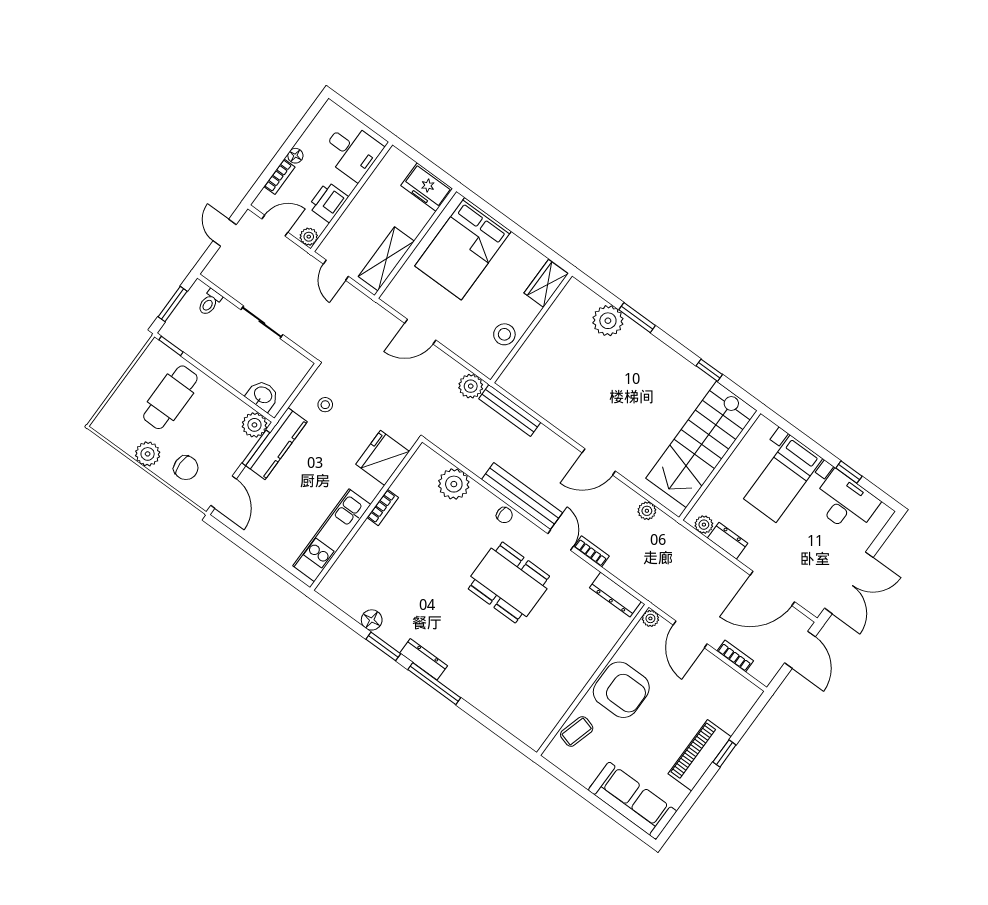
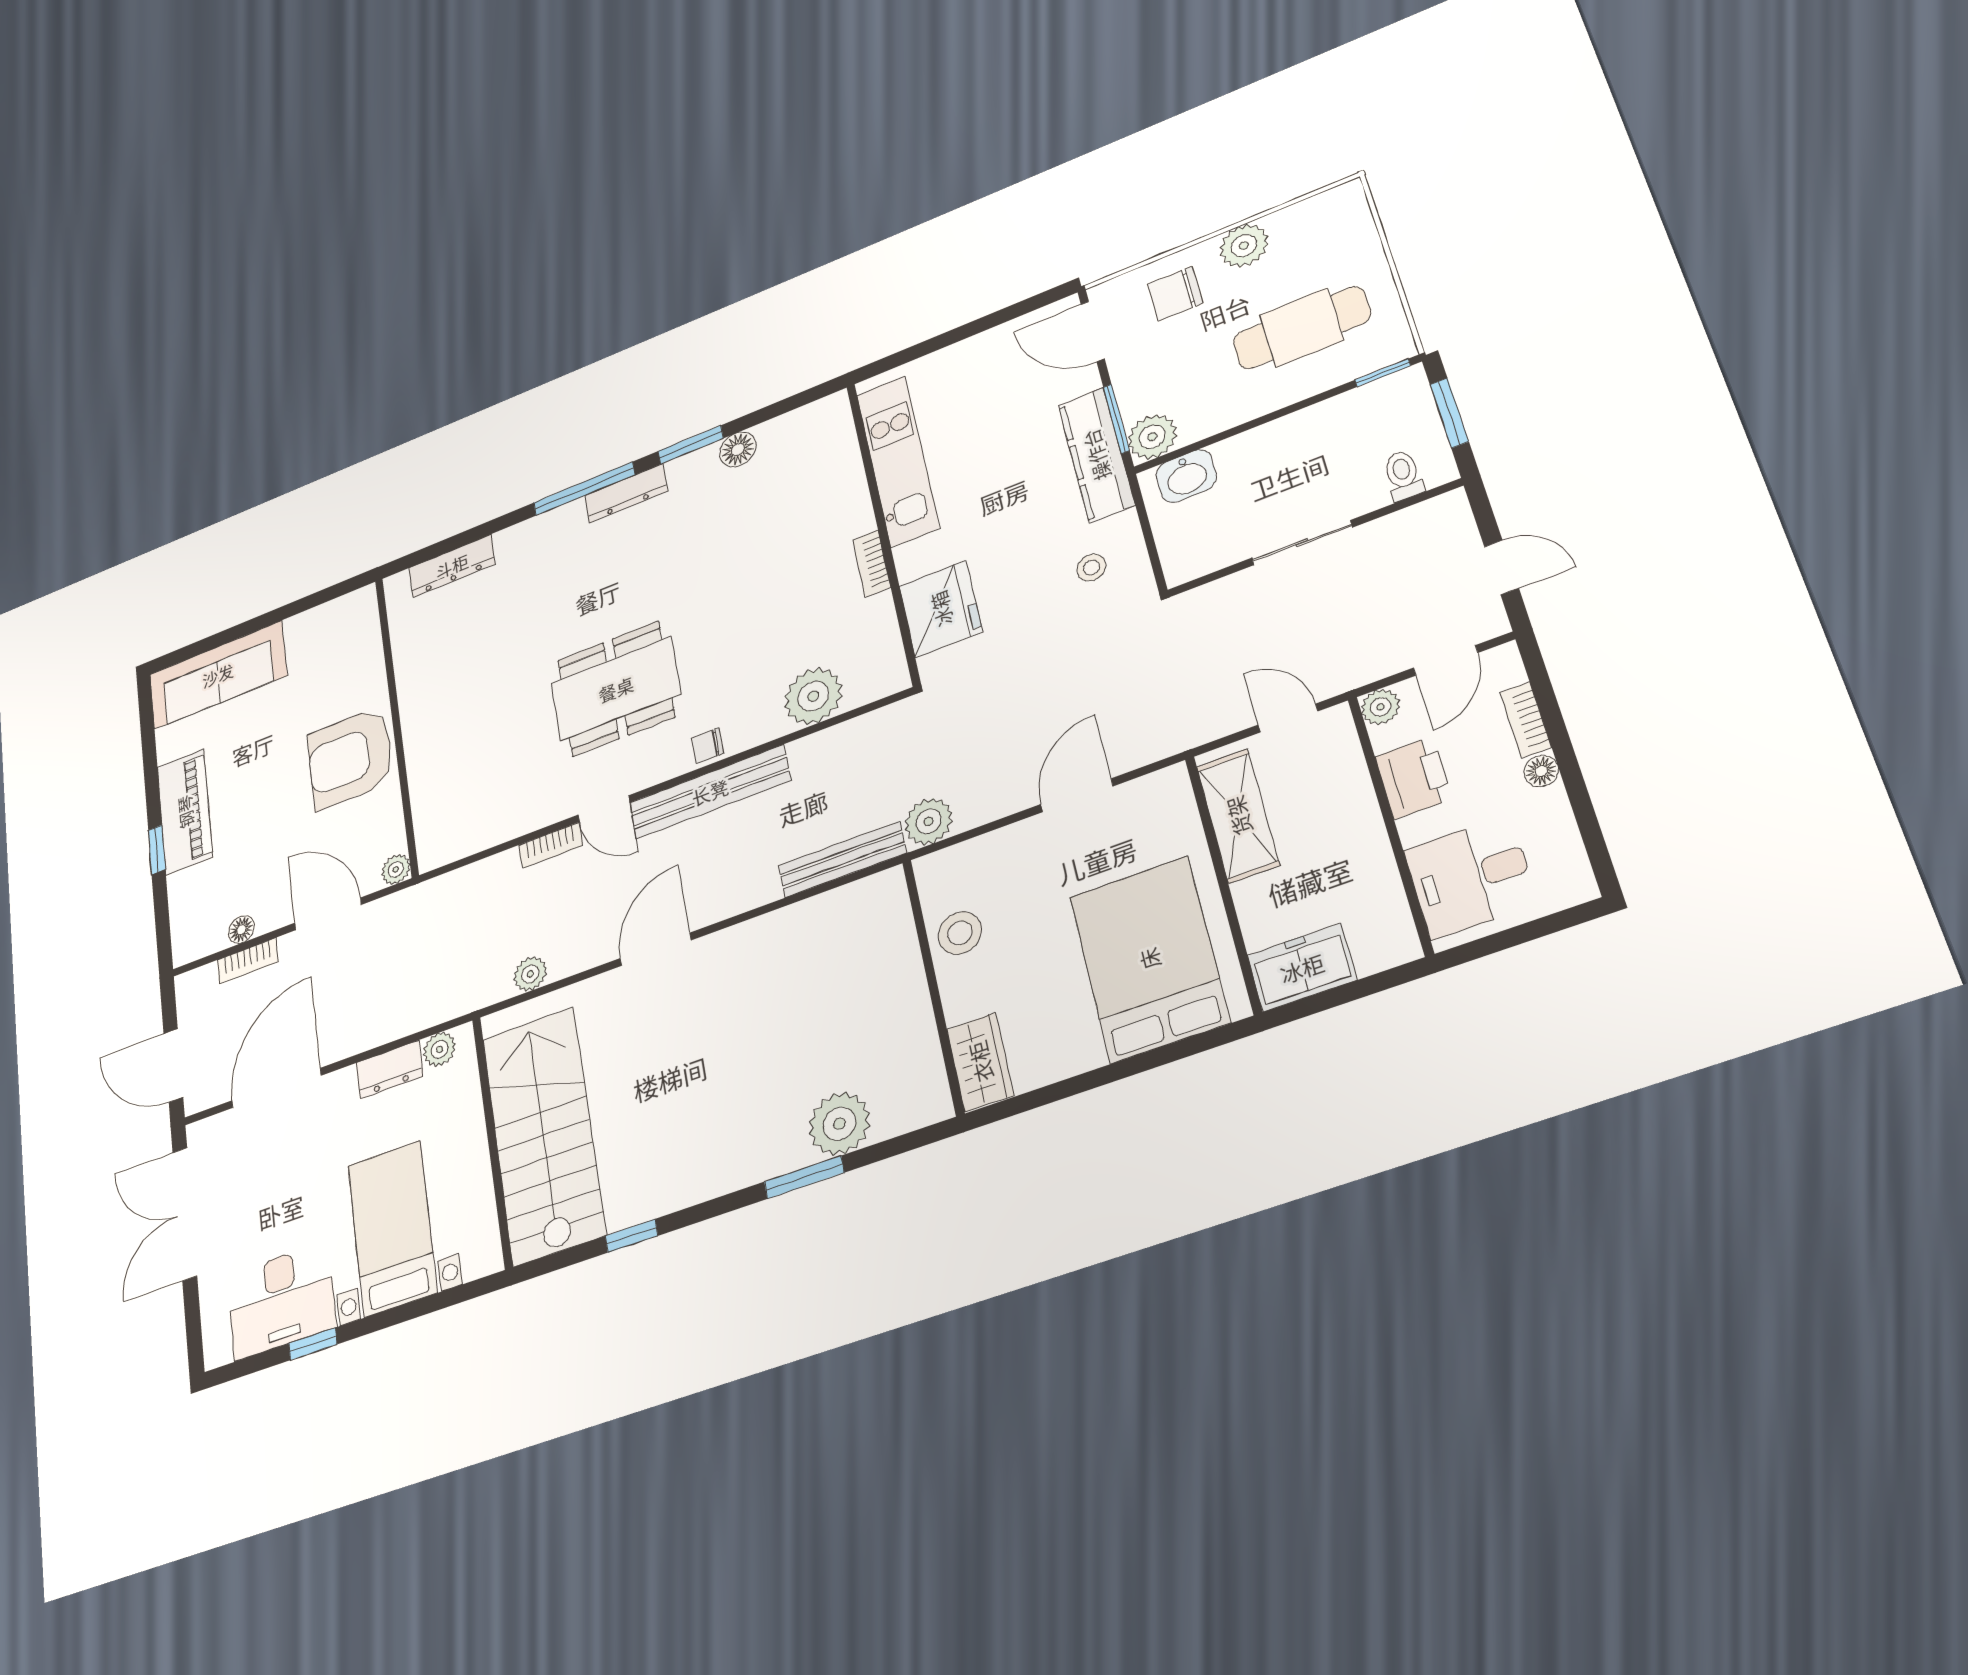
cafe table: (170, 397) -> (1302, 328), turned 90
dresser: (615, 595) -> (452, 566), moved, turned 180
floor lamp: (726, 673) -> (241, 930), added
coffee table: (577, 731) -> (358, 655), removed

